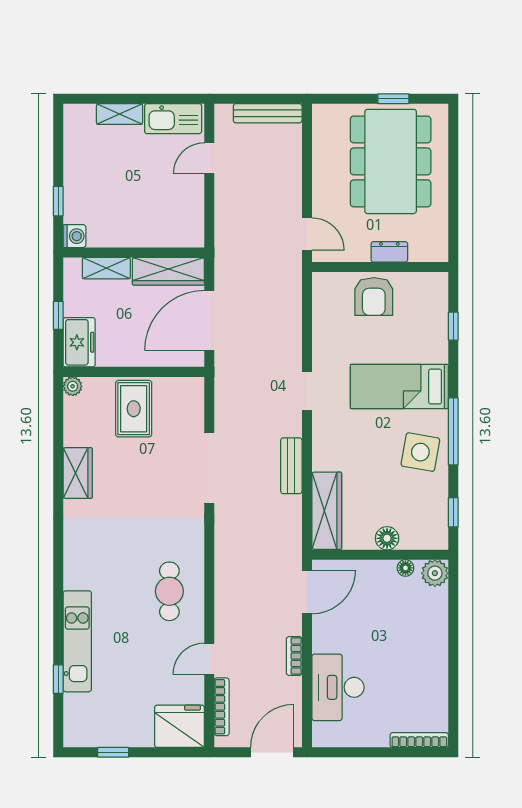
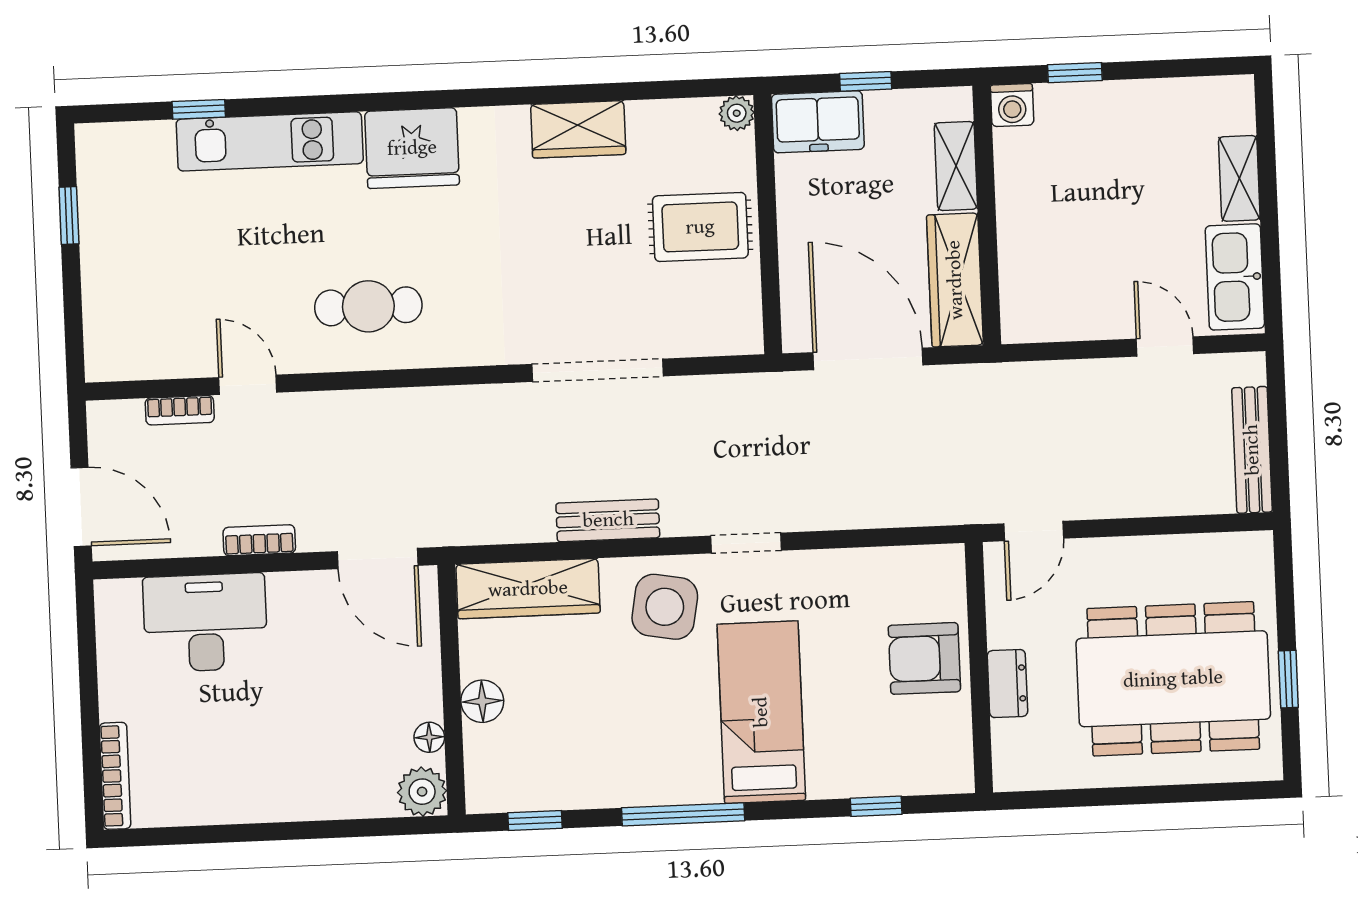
side table: (420, 452) -> (665, 607), moved
bookcase: (222, 707) -> (180, 410), width x0.64
fridge: (180, 726) -> (412, 148), moved, turned 90

